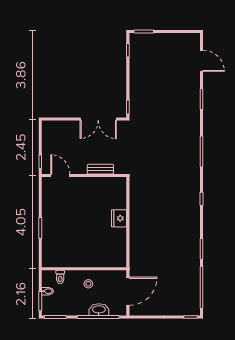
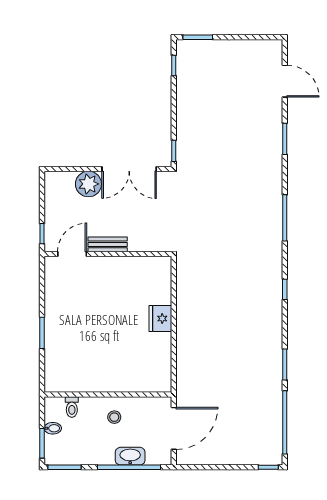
plant: (71, 129) -> (88, 184), added
bench: (100, 169) -> (108, 244), moved
door: (60, 175) -> (72, 254), hinge flipped

